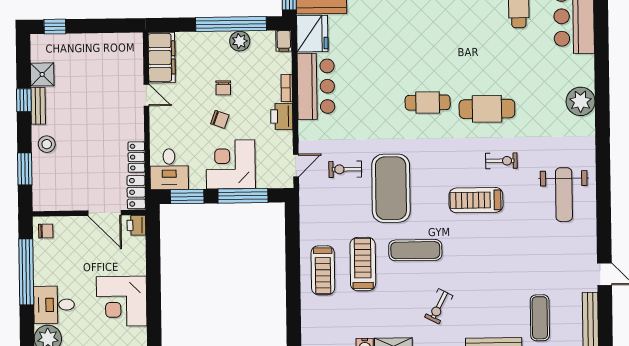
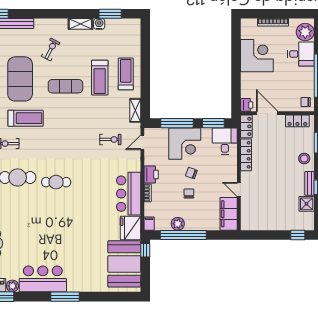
locker: (136, 157) -> (246, 155), width x1.53
exercise mat: (391, 188) -> (20, 79), moved
locker: (58, 202) -> (297, 121), added
shelving: (308, 214) -> (135, 110), added

